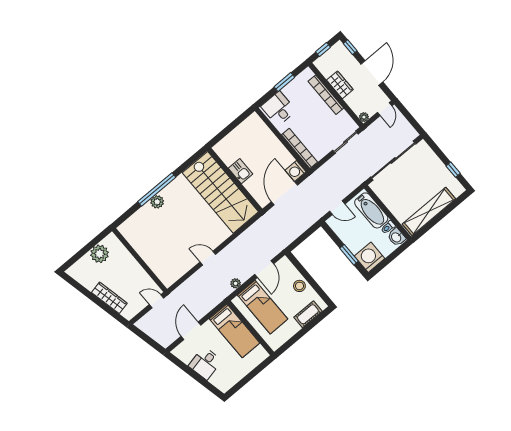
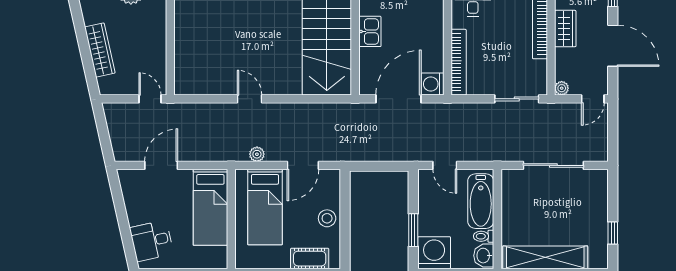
door: (372, 73) -> (613, 46), hinge flipped
sliding door: (393, 161) -> (553, 165), width x0.73
desk: (205, 363) -> (152, 241), moved

